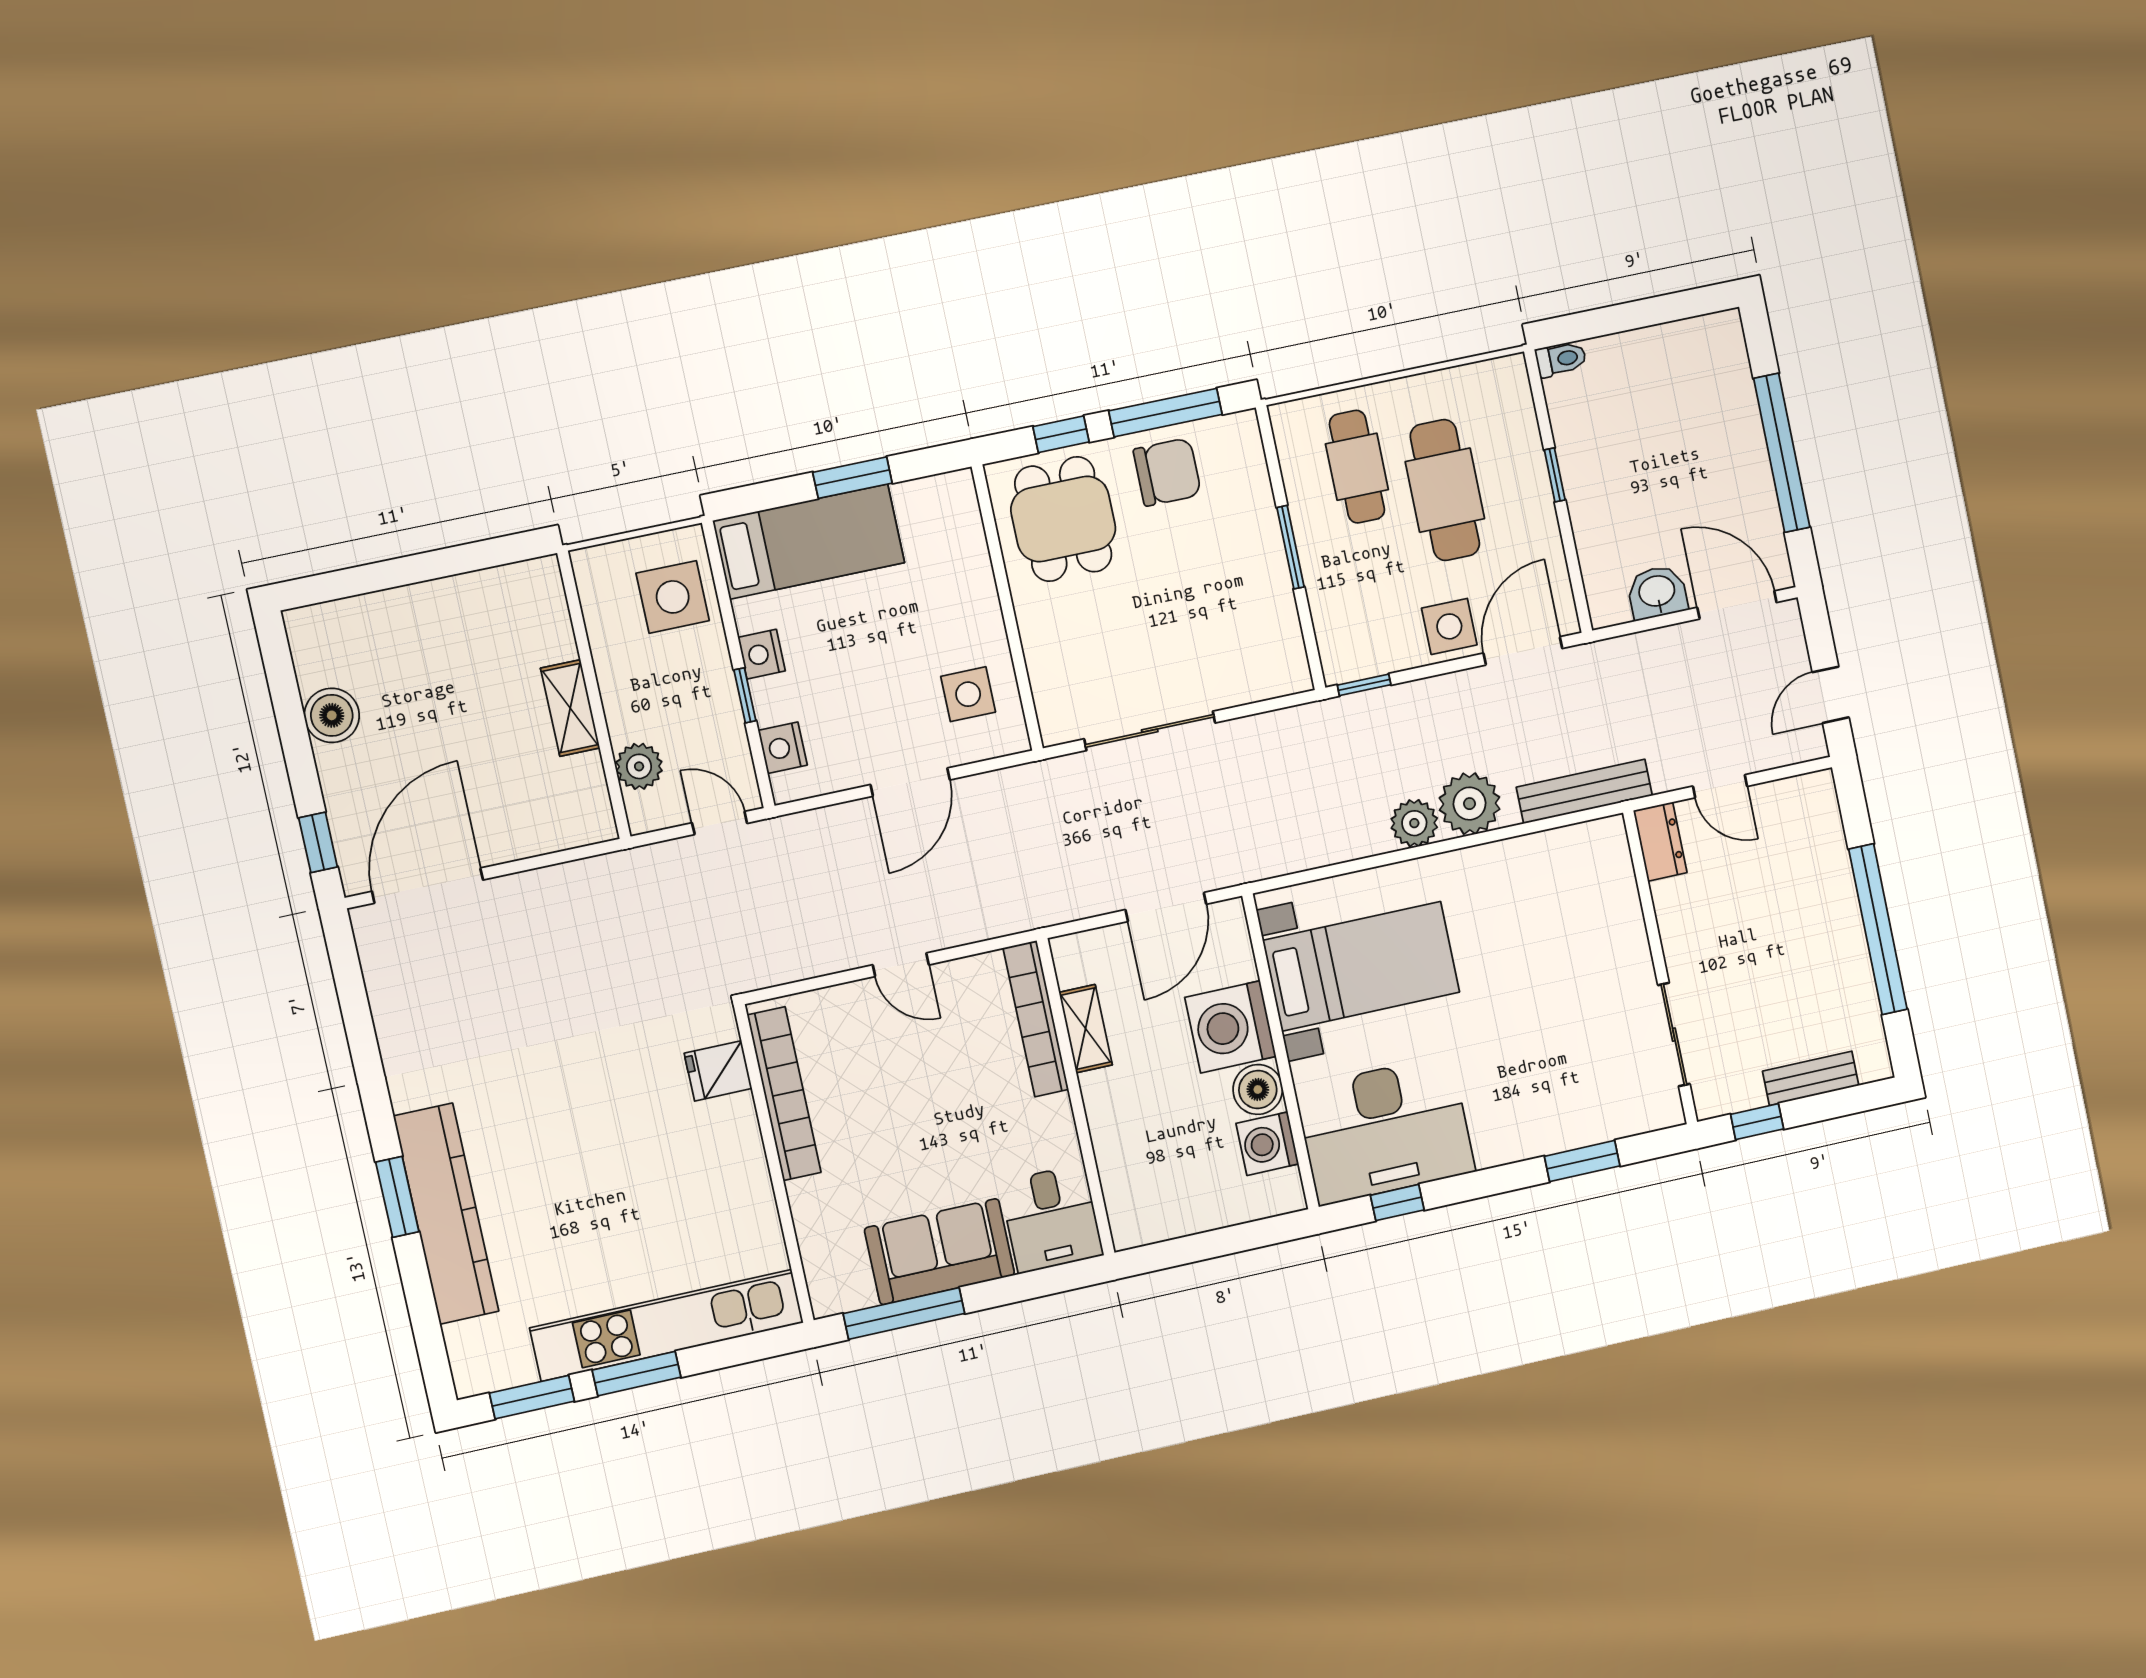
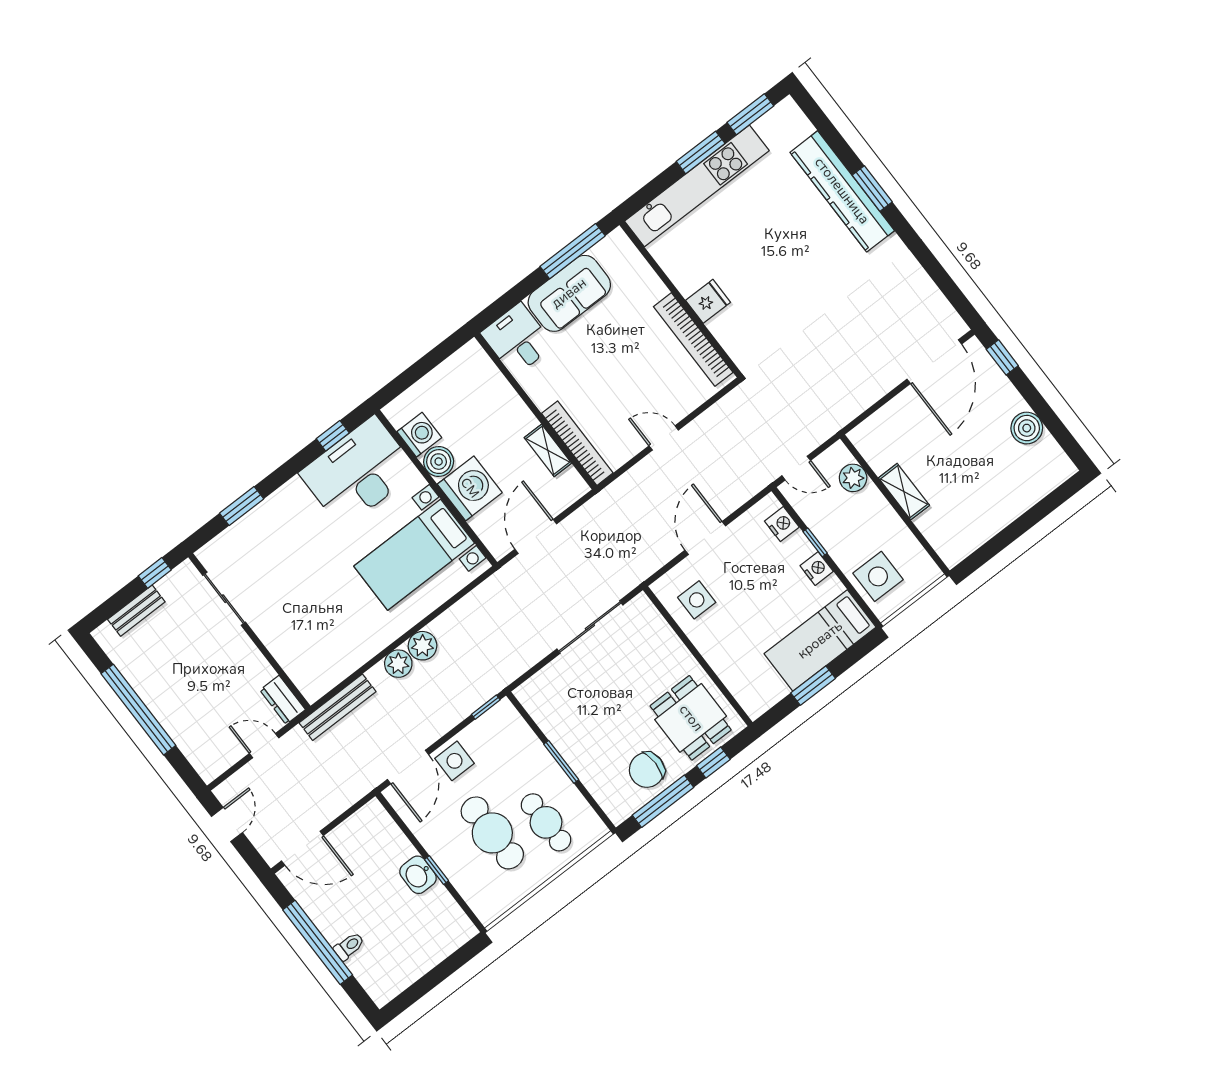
toilet: (1561, 359) -> (349, 946), moved, turned 180
washbasin: (1657, 592) -> (418, 875), moved, turned 90
plant: (1470, 804) -> (398, 664), width x0.73, depth x0.73
fridge: (718, 1071) -> (708, 301), moved

